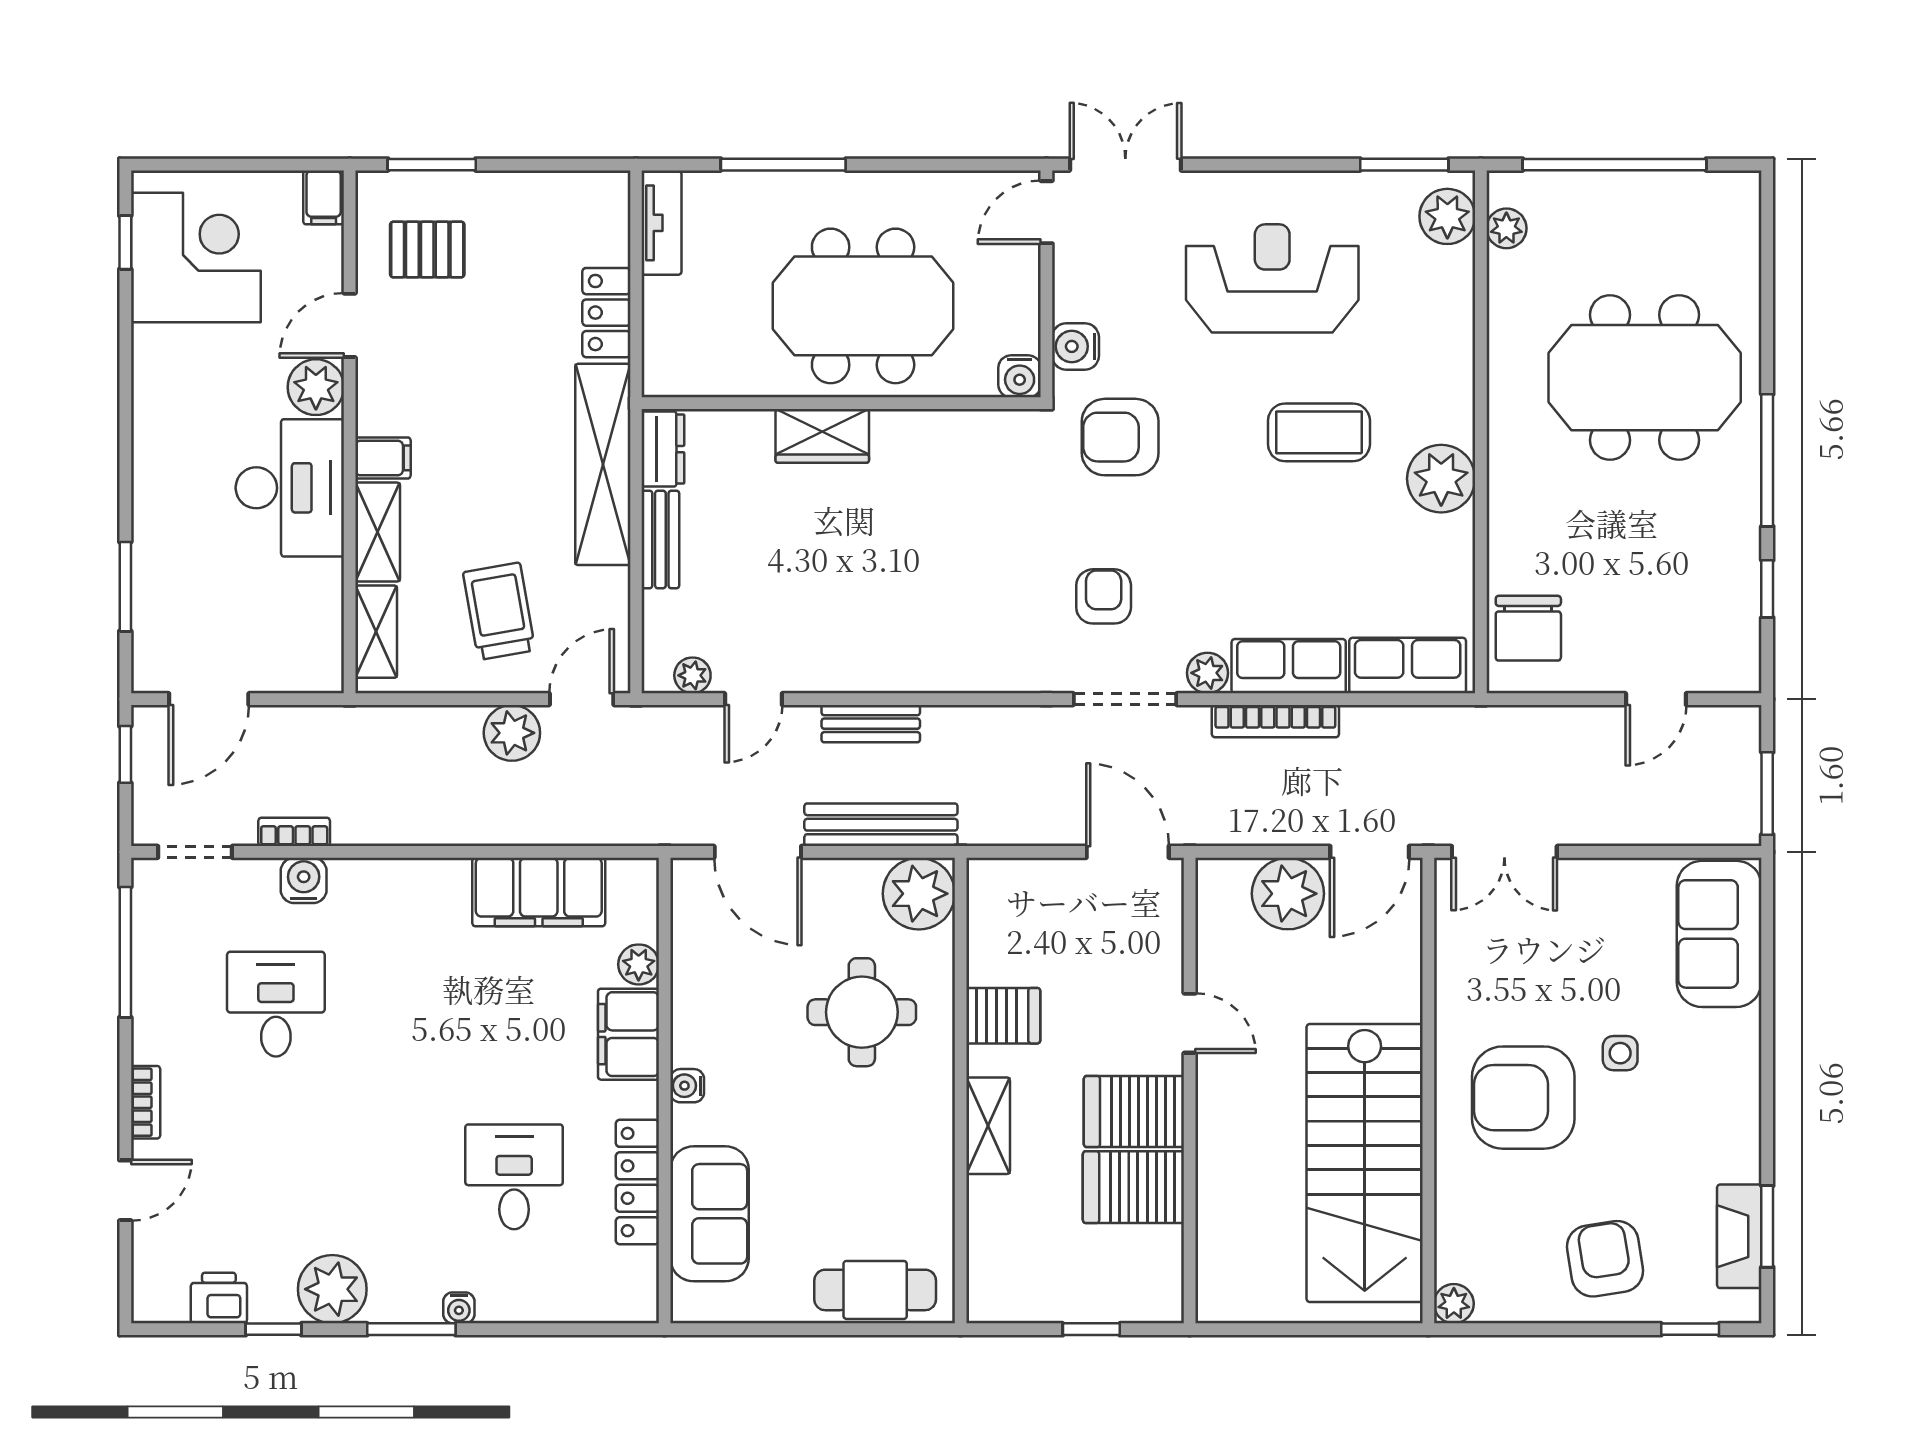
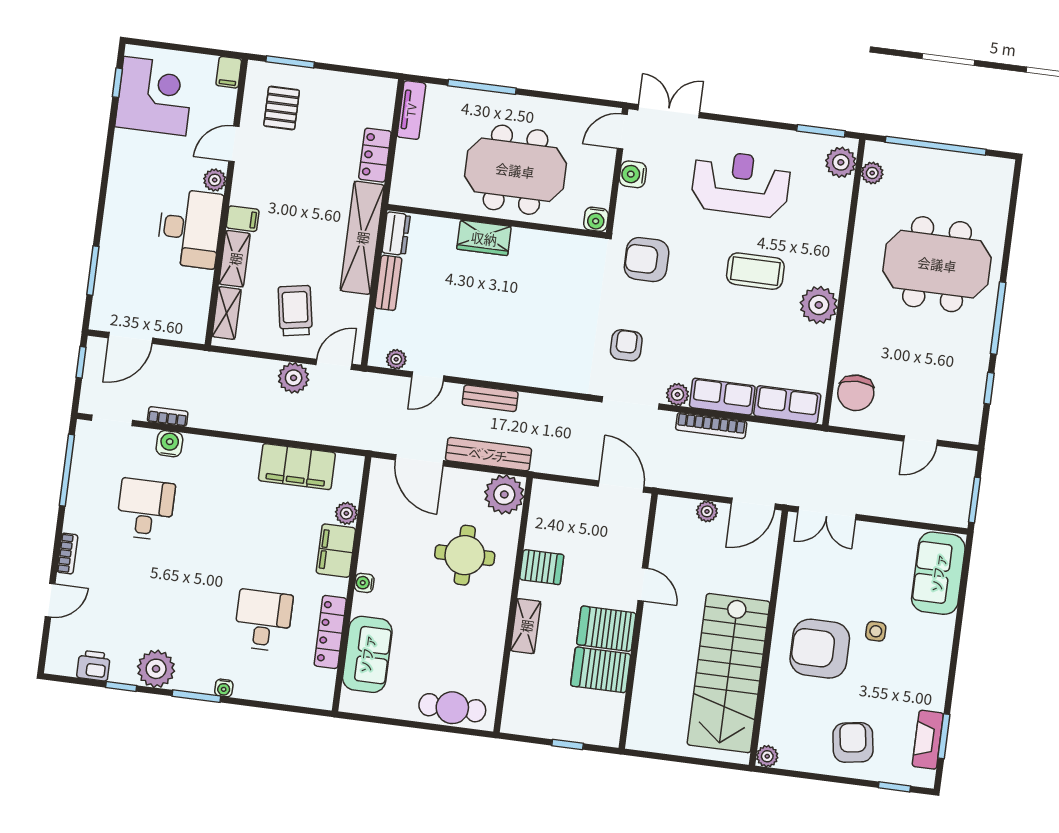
pallet: (427, 250) -> (282, 108), turned 90
water cooler: (1075, 346) -> (633, 174), moved
plant: (316, 387) -> (215, 180), width x0.73, depth x0.73
plant: (1288, 894) -> (707, 511), width x0.53, depth x0.53

